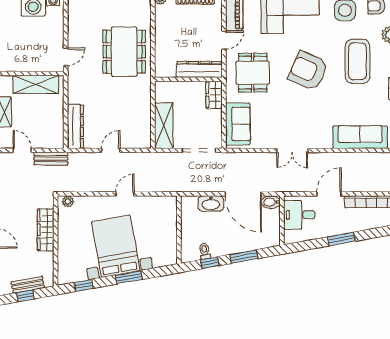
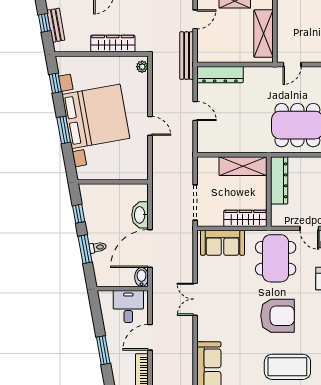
door: (66, 57) -> (292, 64), hinge flipped
dresser: (199, 69) -> (279, 180), moved
armchair: (308, 71) -> (278, 316), turned 66
dining table: (253, 73) -> (276, 258), width x1.38
wardrobe: (214, 95) -> (245, 218), width x1.50
shelving: (164, 126) -> (243, 166), moved
bench: (51, 159) -> (187, 56), width x1.36
door: (329, 194) -> (150, 337), swing flipped
bed with nightstands: (116, 246) -> (96, 116), width x1.36
toilet: (205, 251) -> (98, 247), moved

